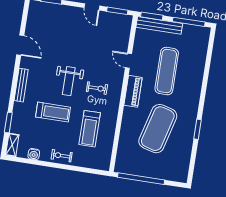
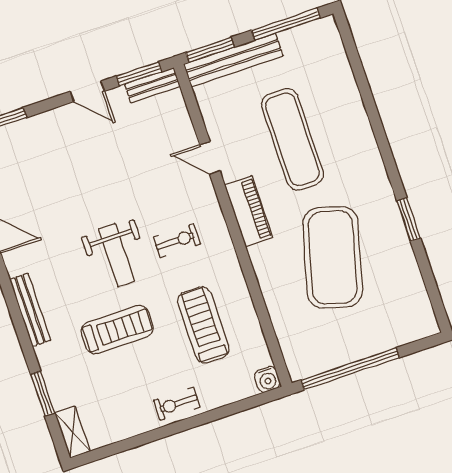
bench: (120, 18) -> (152, 85), added
treadmill: (90, 129) -> (203, 325), turned 180
water cooler: (34, 154) -> (267, 379), moved

